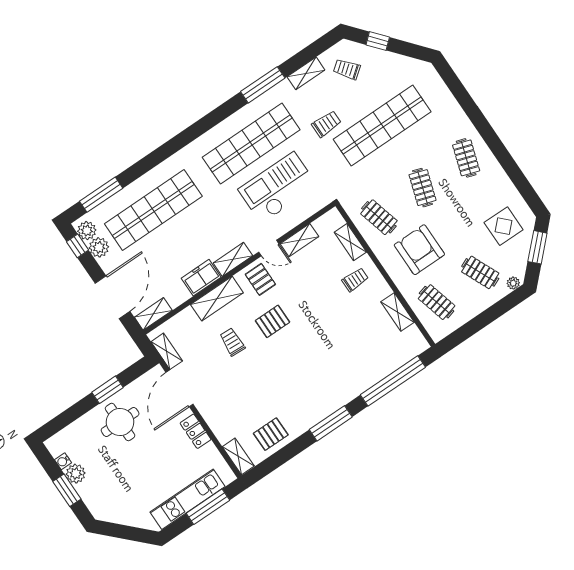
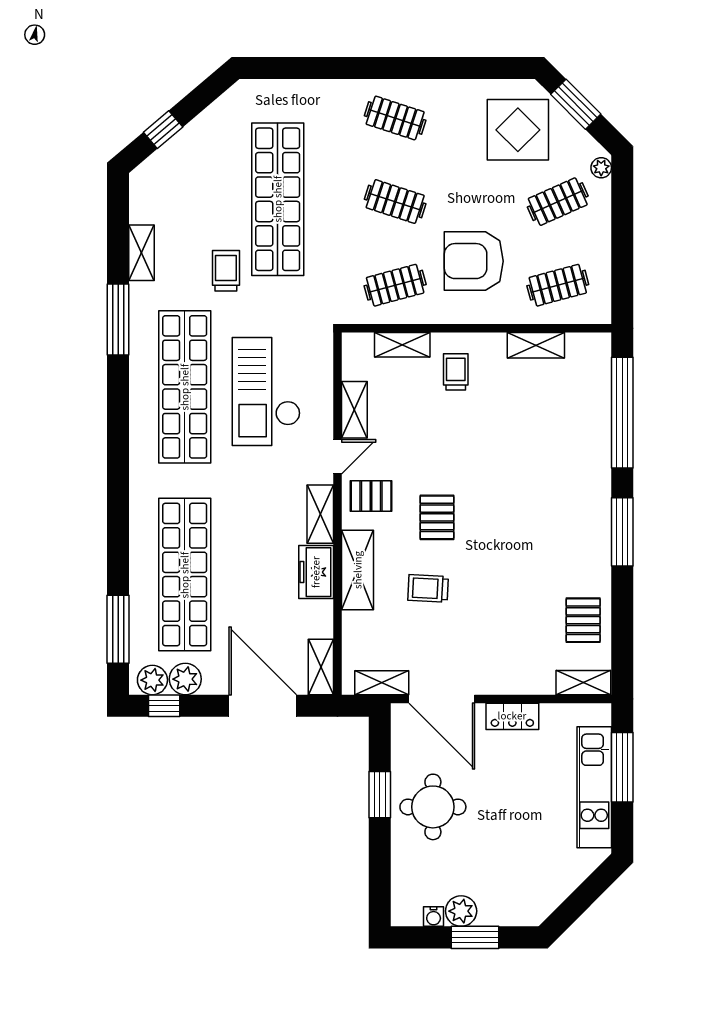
trolley: (347, 69) -> (172, 195), removed
display table: (504, 226) -> (518, 130), width x1.36, depth x1.36

